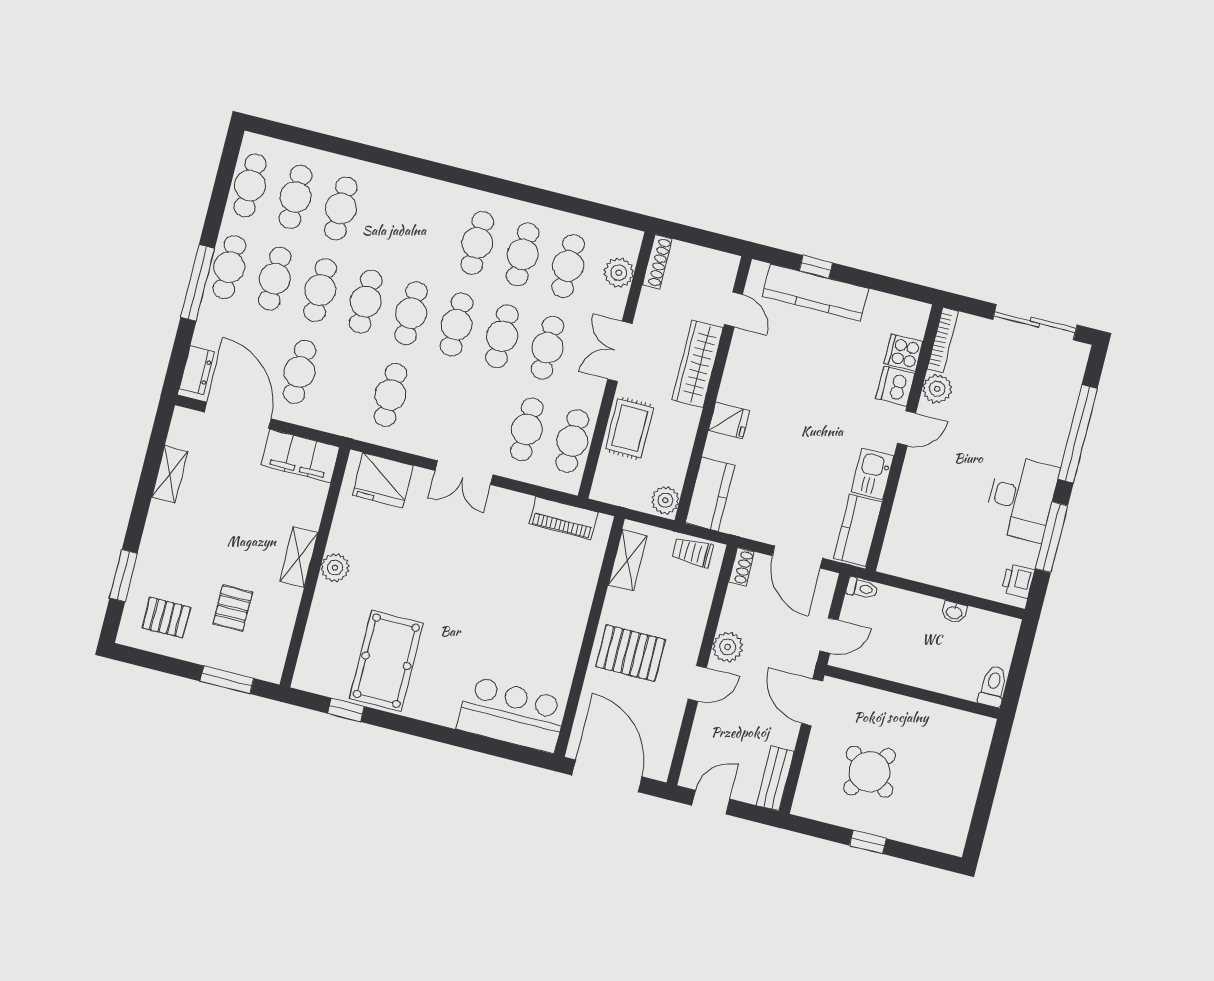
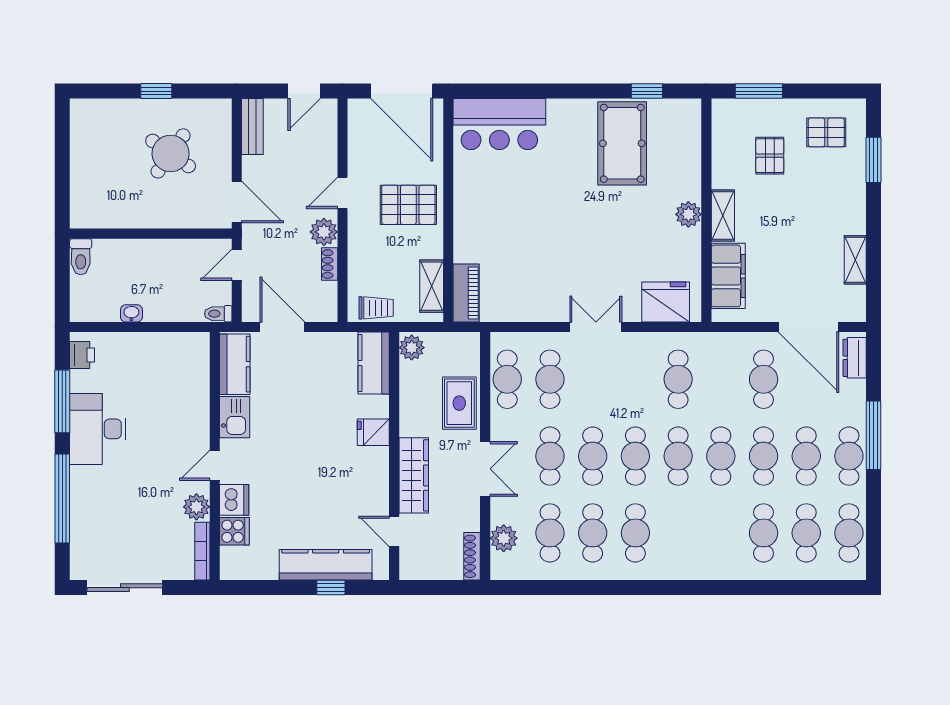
filing cabinet: (300, 456) -> (728, 276), moved, turned 90
piano: (564, 518) -> (466, 293), moved, turned 90
shoe rack: (741, 567) -> (330, 264), moved

